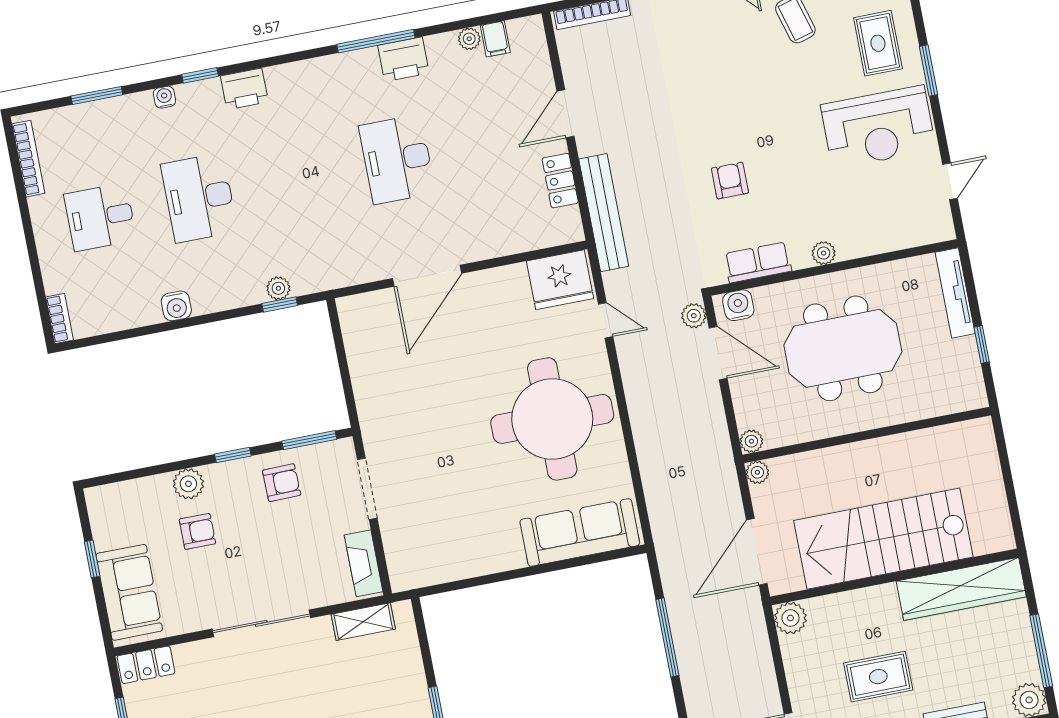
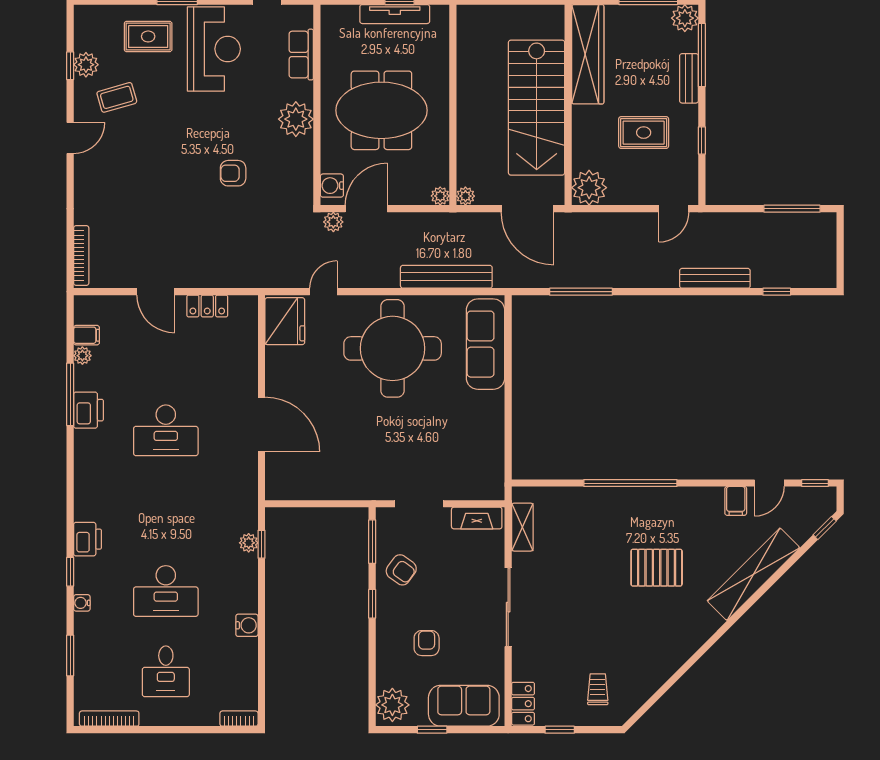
window: (376, 41) -> (70, 394), moved
bench: (604, 213) -> (446, 277), moved
plant: (824, 253) -> (296, 119), width x1.87, depth x1.87
row of seats: (758, 262) -> (301, 55), moved
tv unit: (955, 293) -> (395, 14), moved
meeting table: (843, 348) -> (381, 110), turned 90
armchair: (282, 483) -> (401, 570), turned 127
plant: (188, 484) -> (392, 705), moved, width x1.36, depth x1.36
plant: (790, 618) -> (589, 188), width x1.36, depth x1.36
rug: (878, 677) -> (644, 133), turned 90

